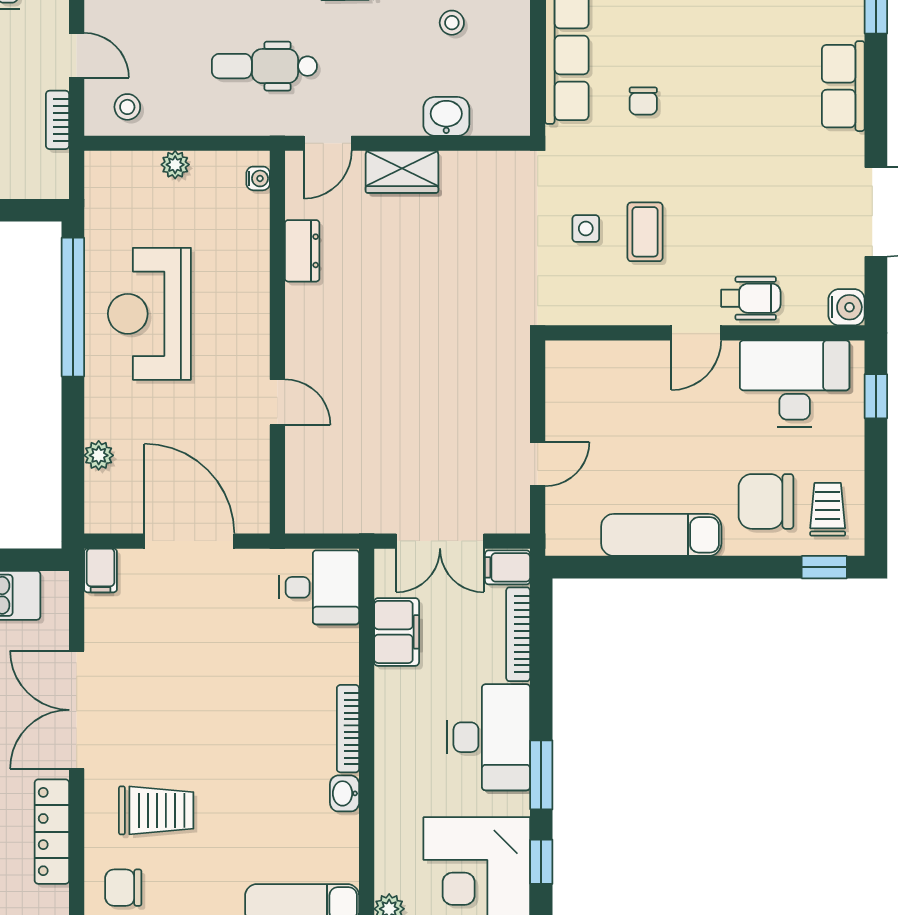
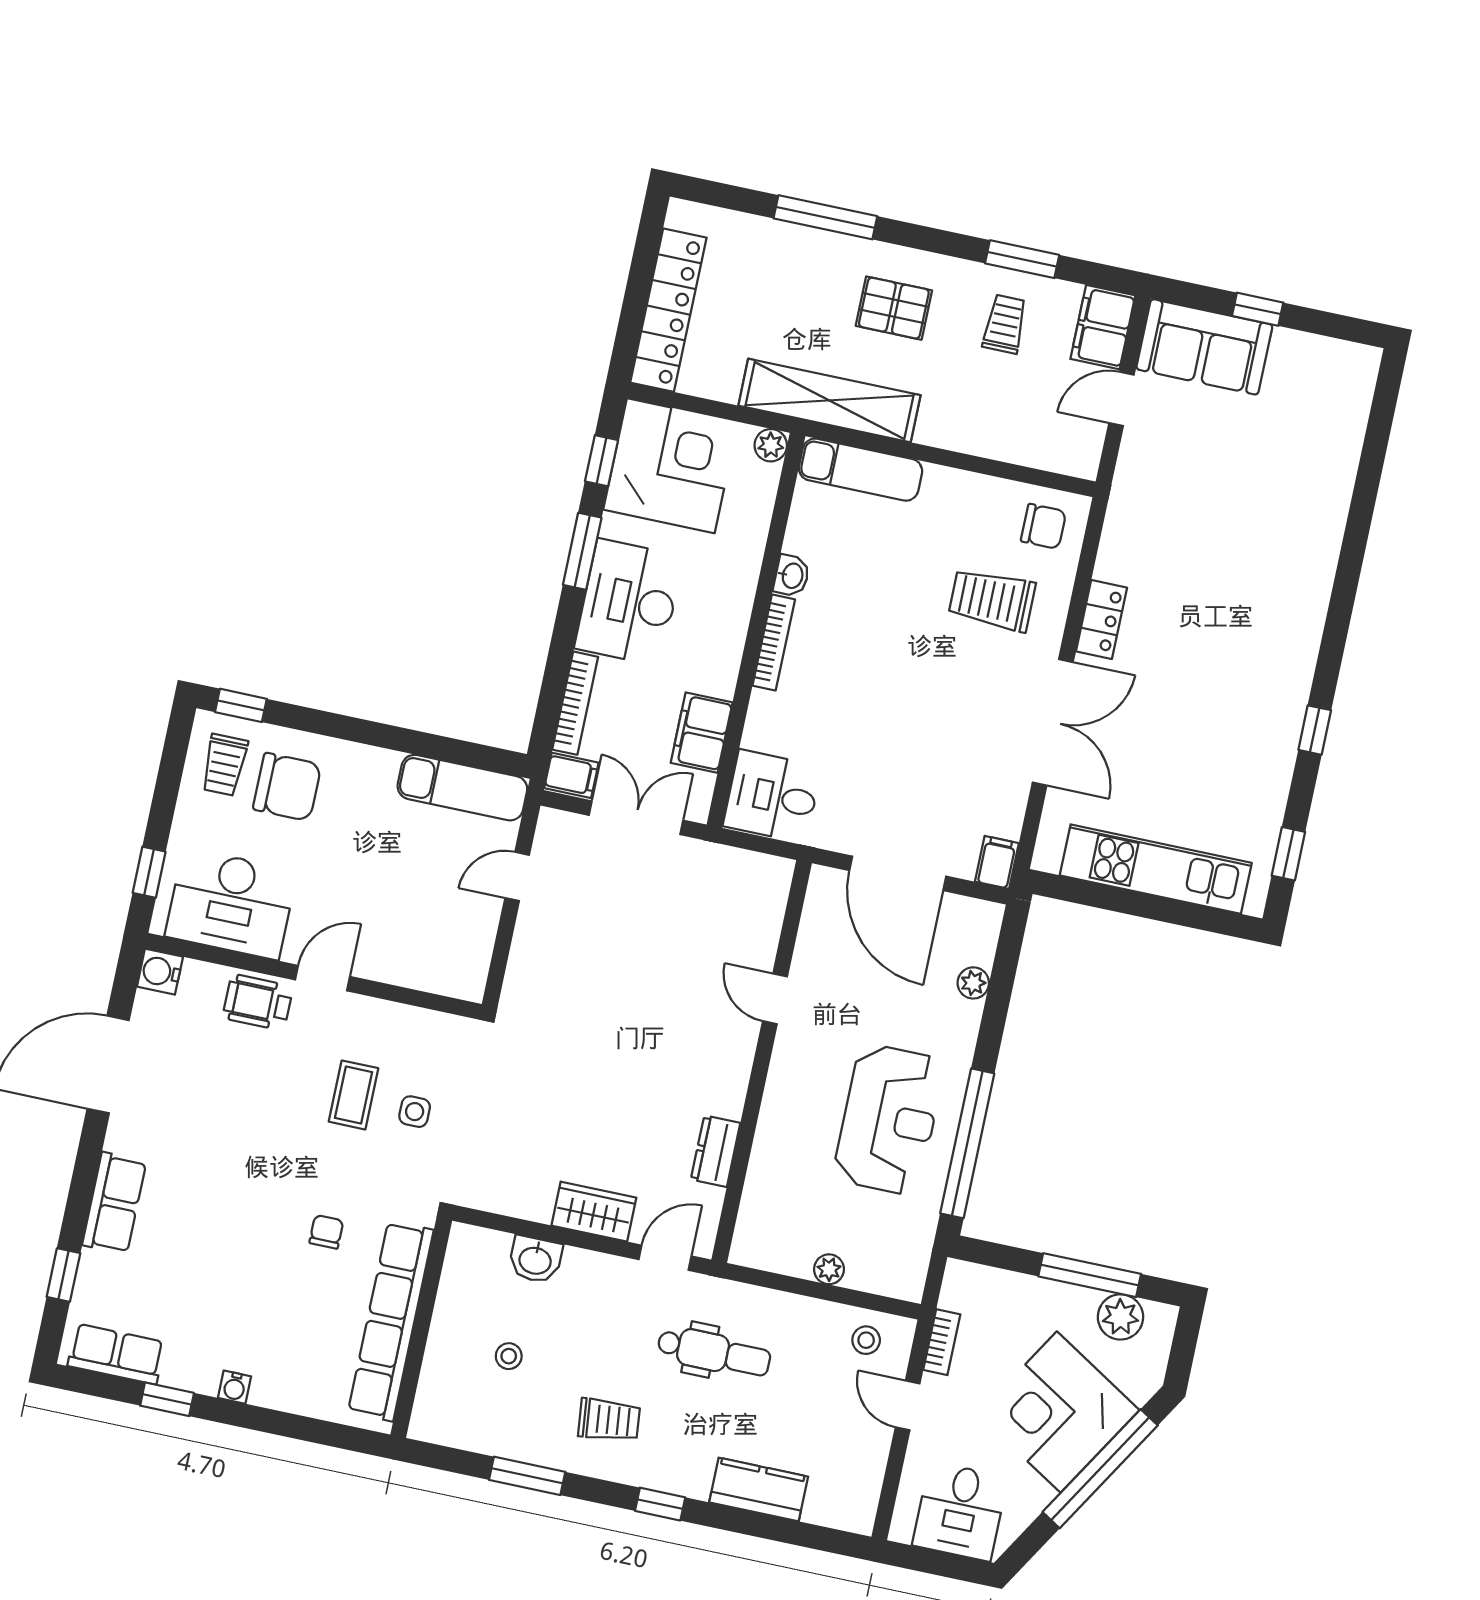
water cooler: (258, 178) -> (745, 1237), removed
exam couch: (661, 535) -> (462, 788), moved
locker: (52, 832) -> (1102, 620), width x0.66

